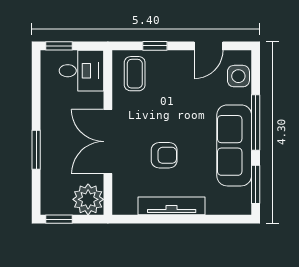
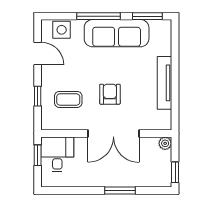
window: (59, 46) -> (38, 155), moved
coffee table: (135, 74) -> (68, 99), moved
armchair: (164, 155) -> (110, 94), moved
plant: (88, 199) -> (165, 143), width x0.53, depth x0.53

